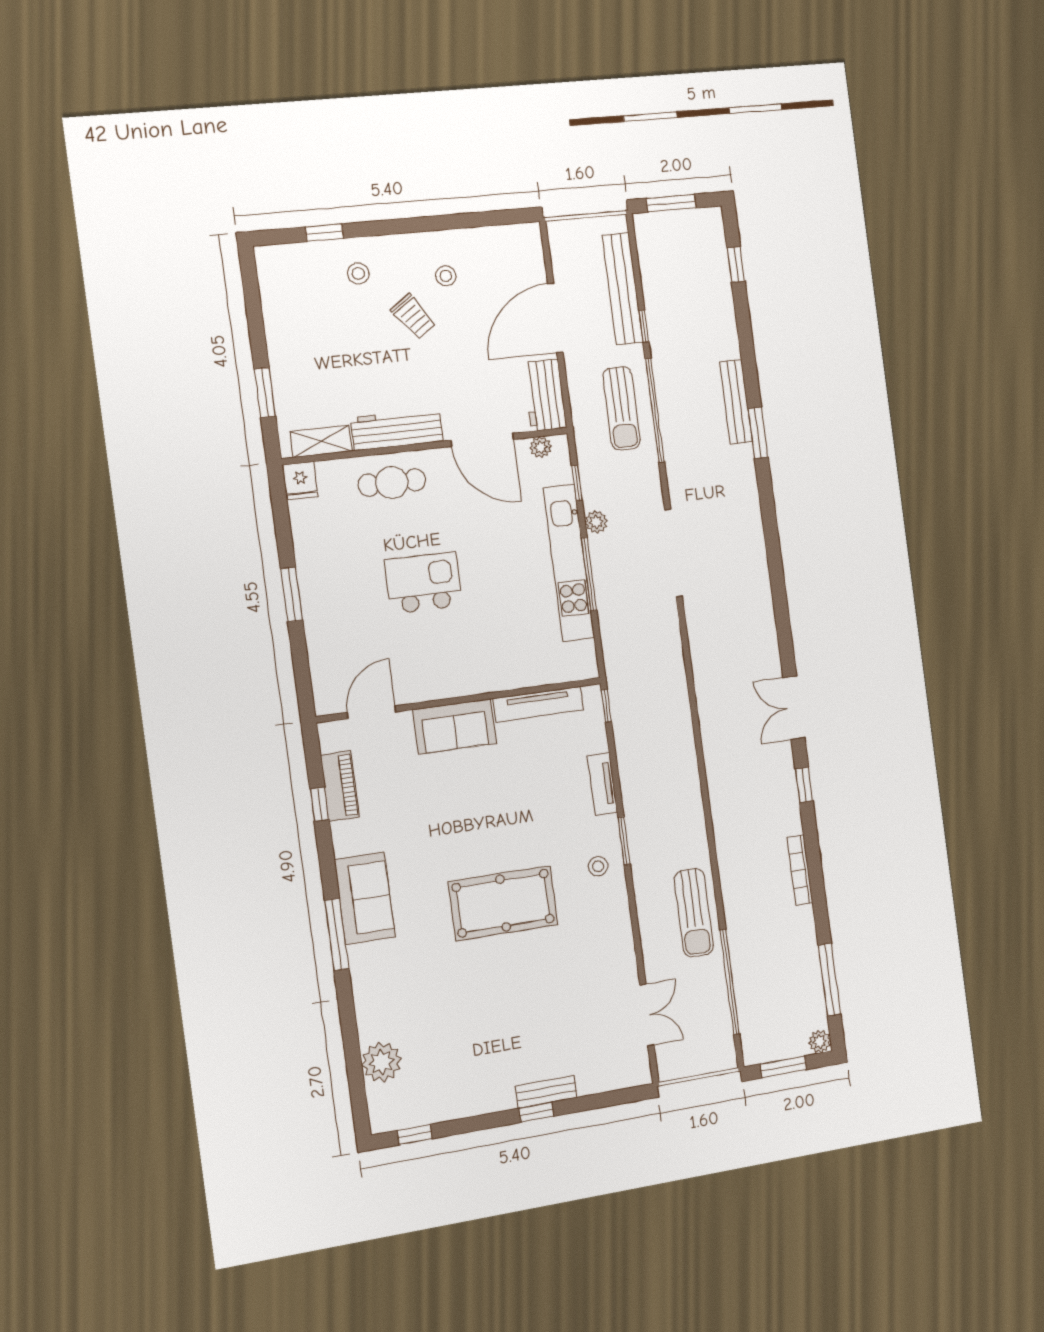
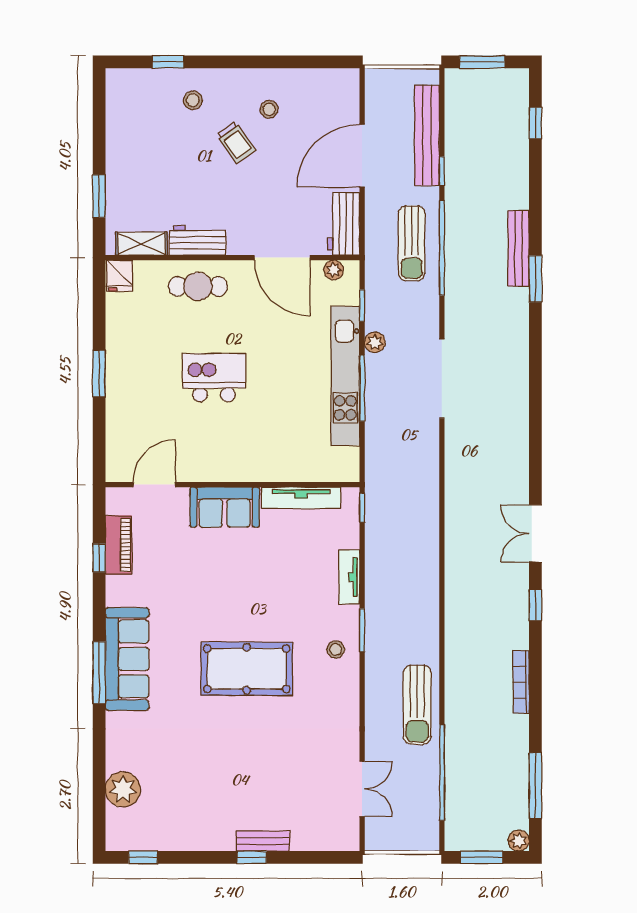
workbench: (397, 430) -> (198, 240), width x0.73
sofa: (365, 898) -> (127, 659), width x1.36

